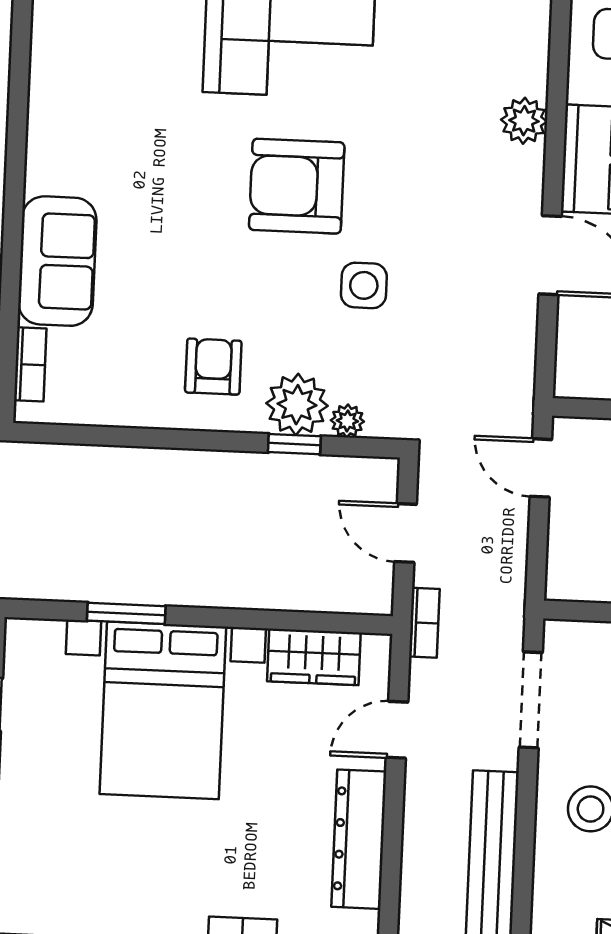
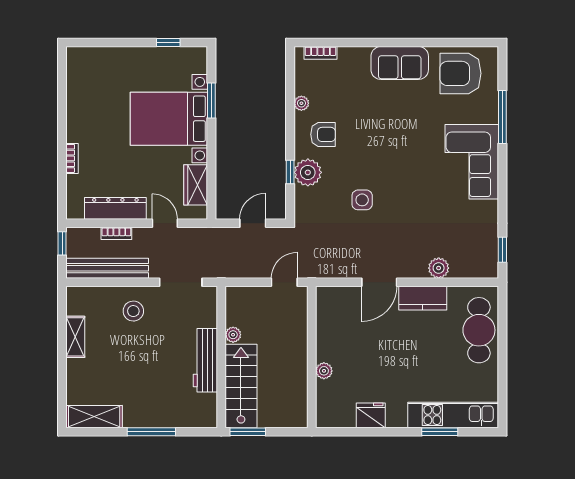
armchair: (297, 186) -> (460, 73), moved, turned -90
sofa: (57, 261) -> (400, 63), moved
plant: (347, 421) -> (301, 103), moved
bookcase: (424, 623) -> (116, 233), moved

